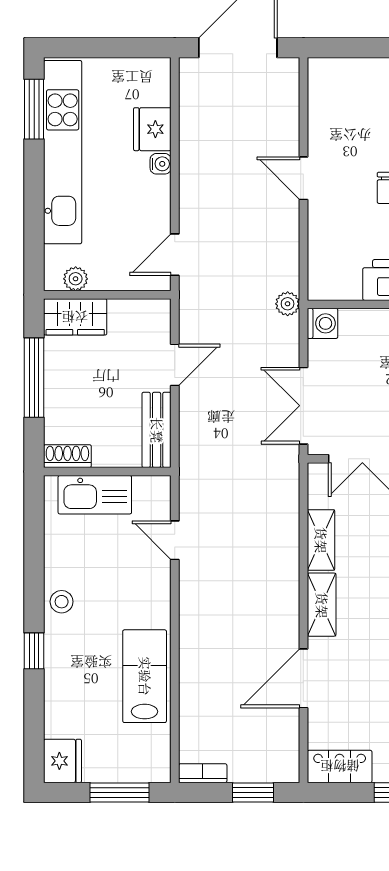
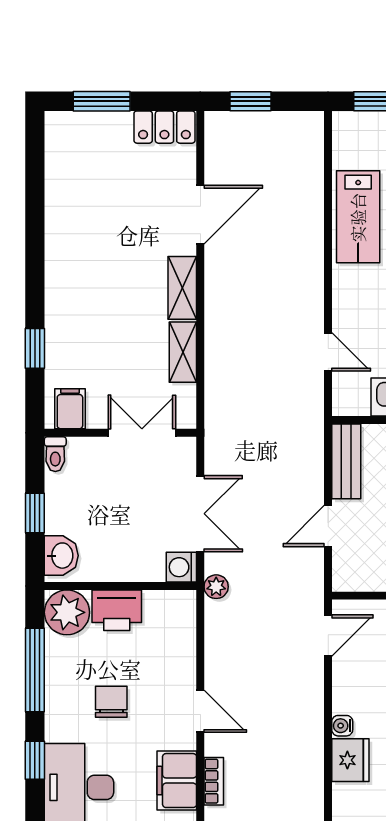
filing cabinet: (327, 109) -> (177, 781), added
double door: (303, 406) -> (200, 514), moved
bookcase: (203, 773) -> (214, 781), moved, turned -90

